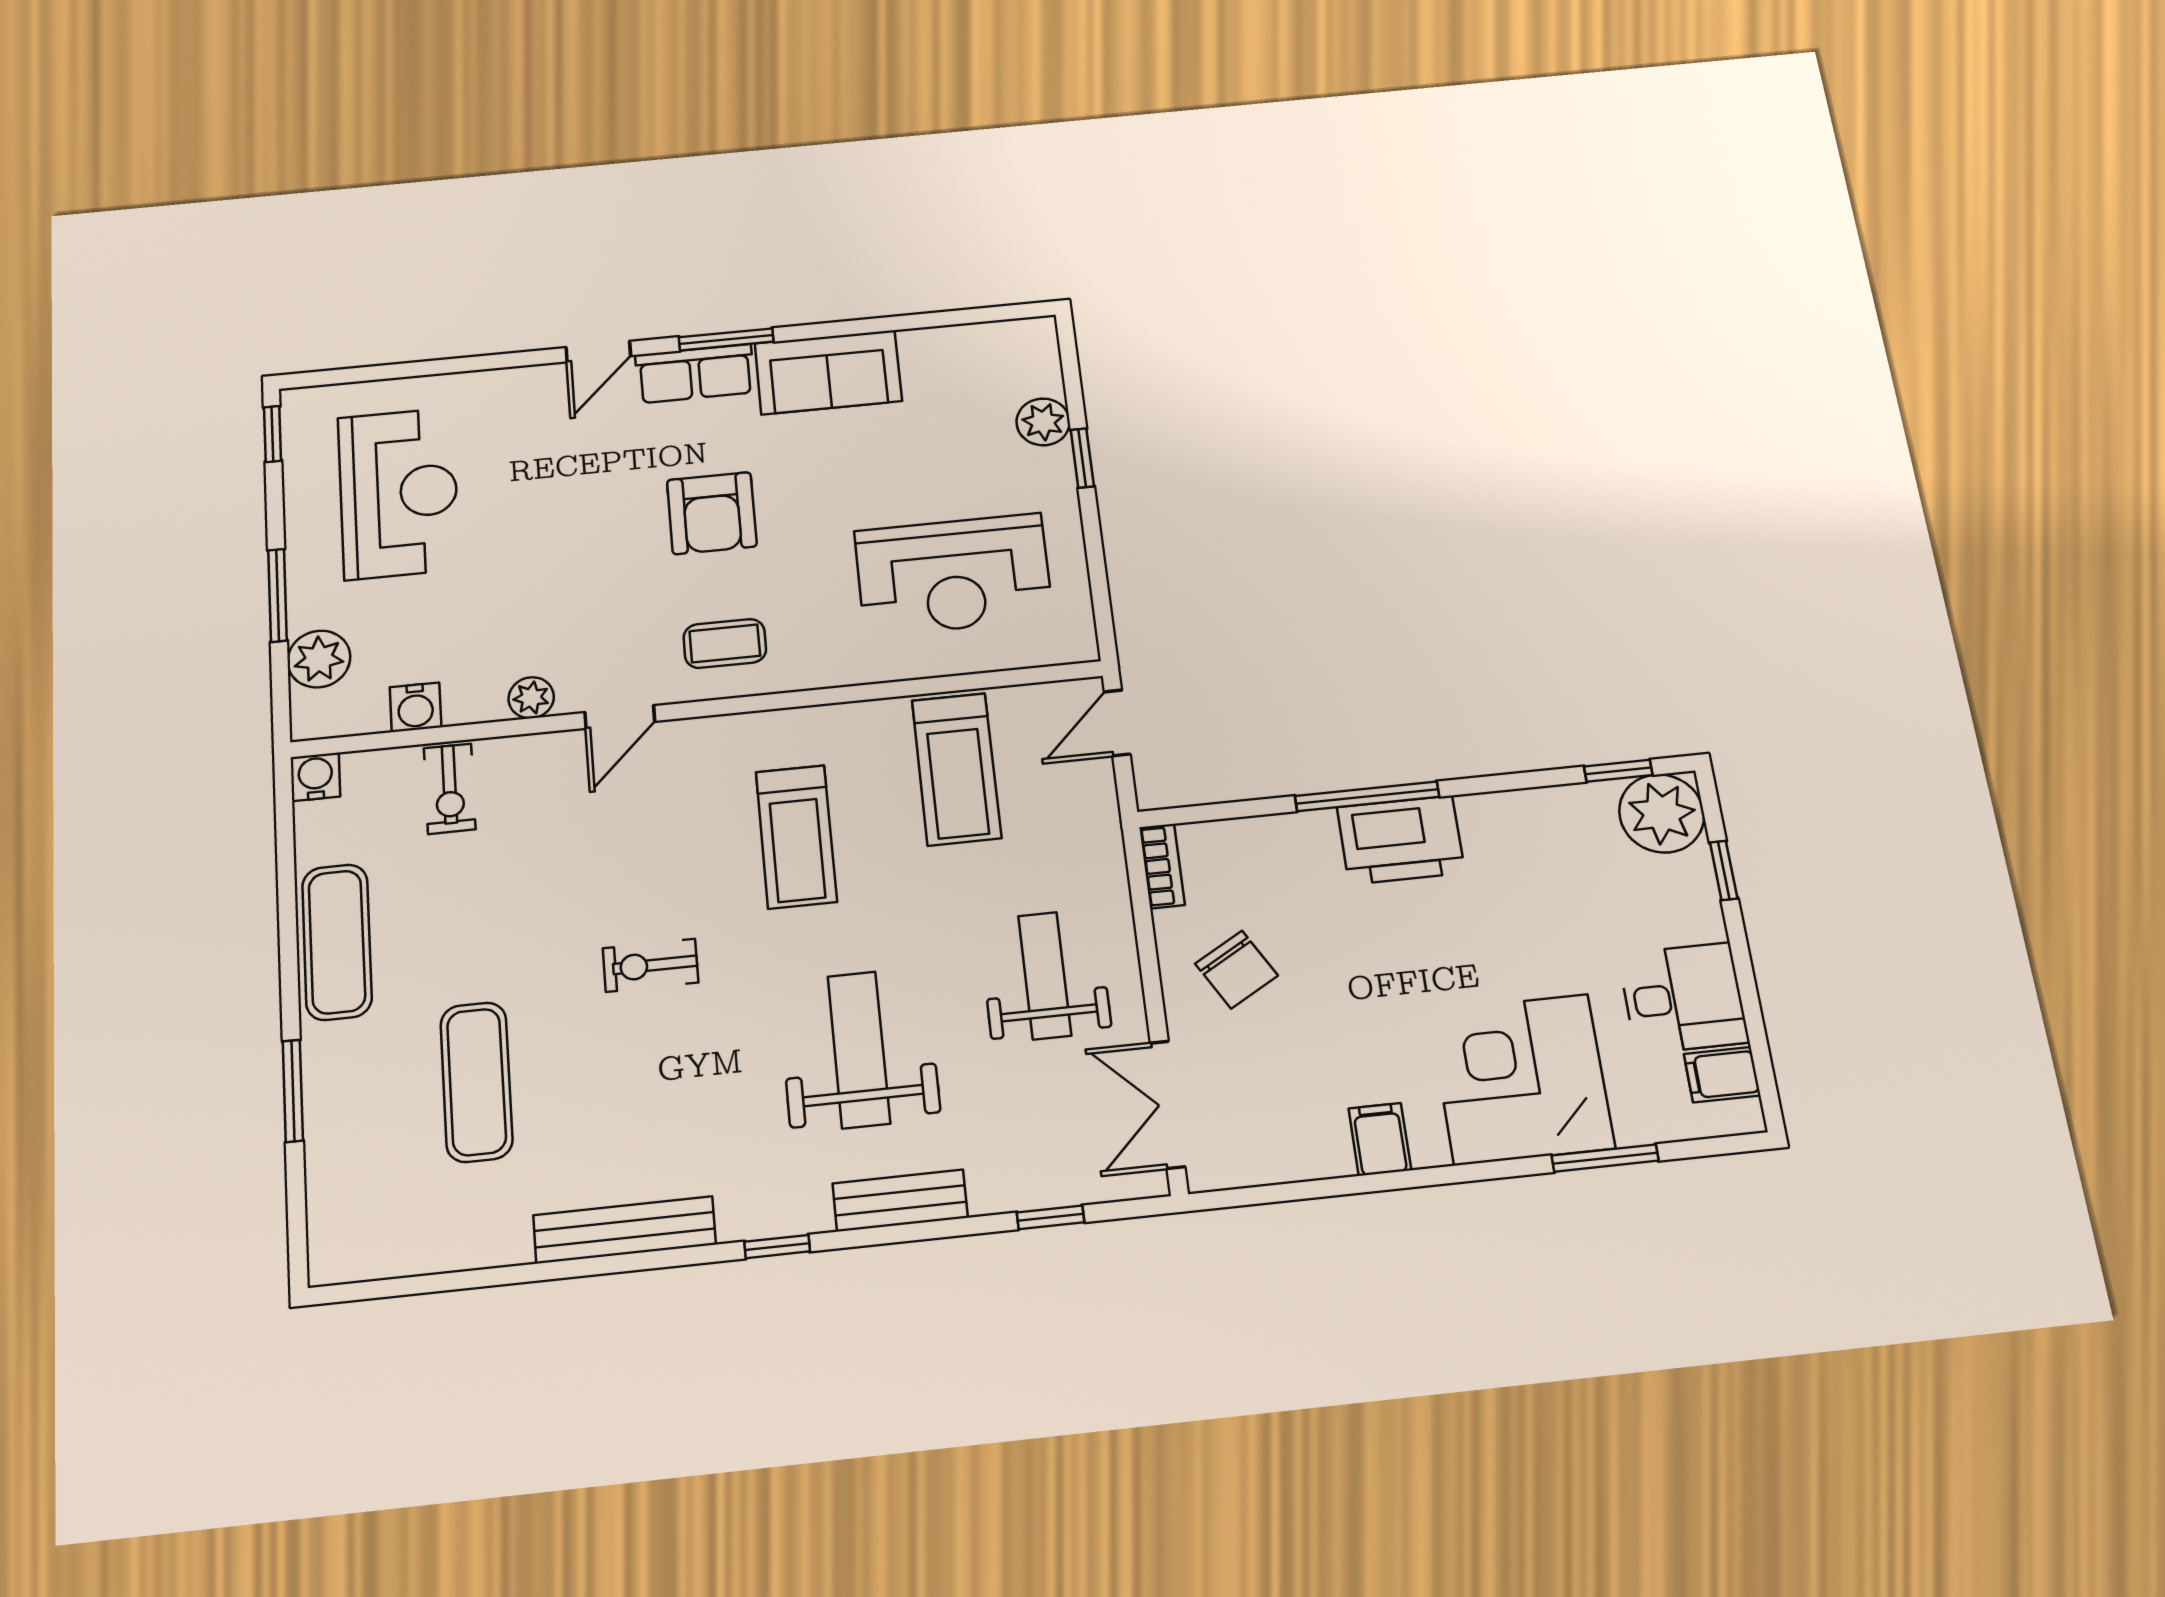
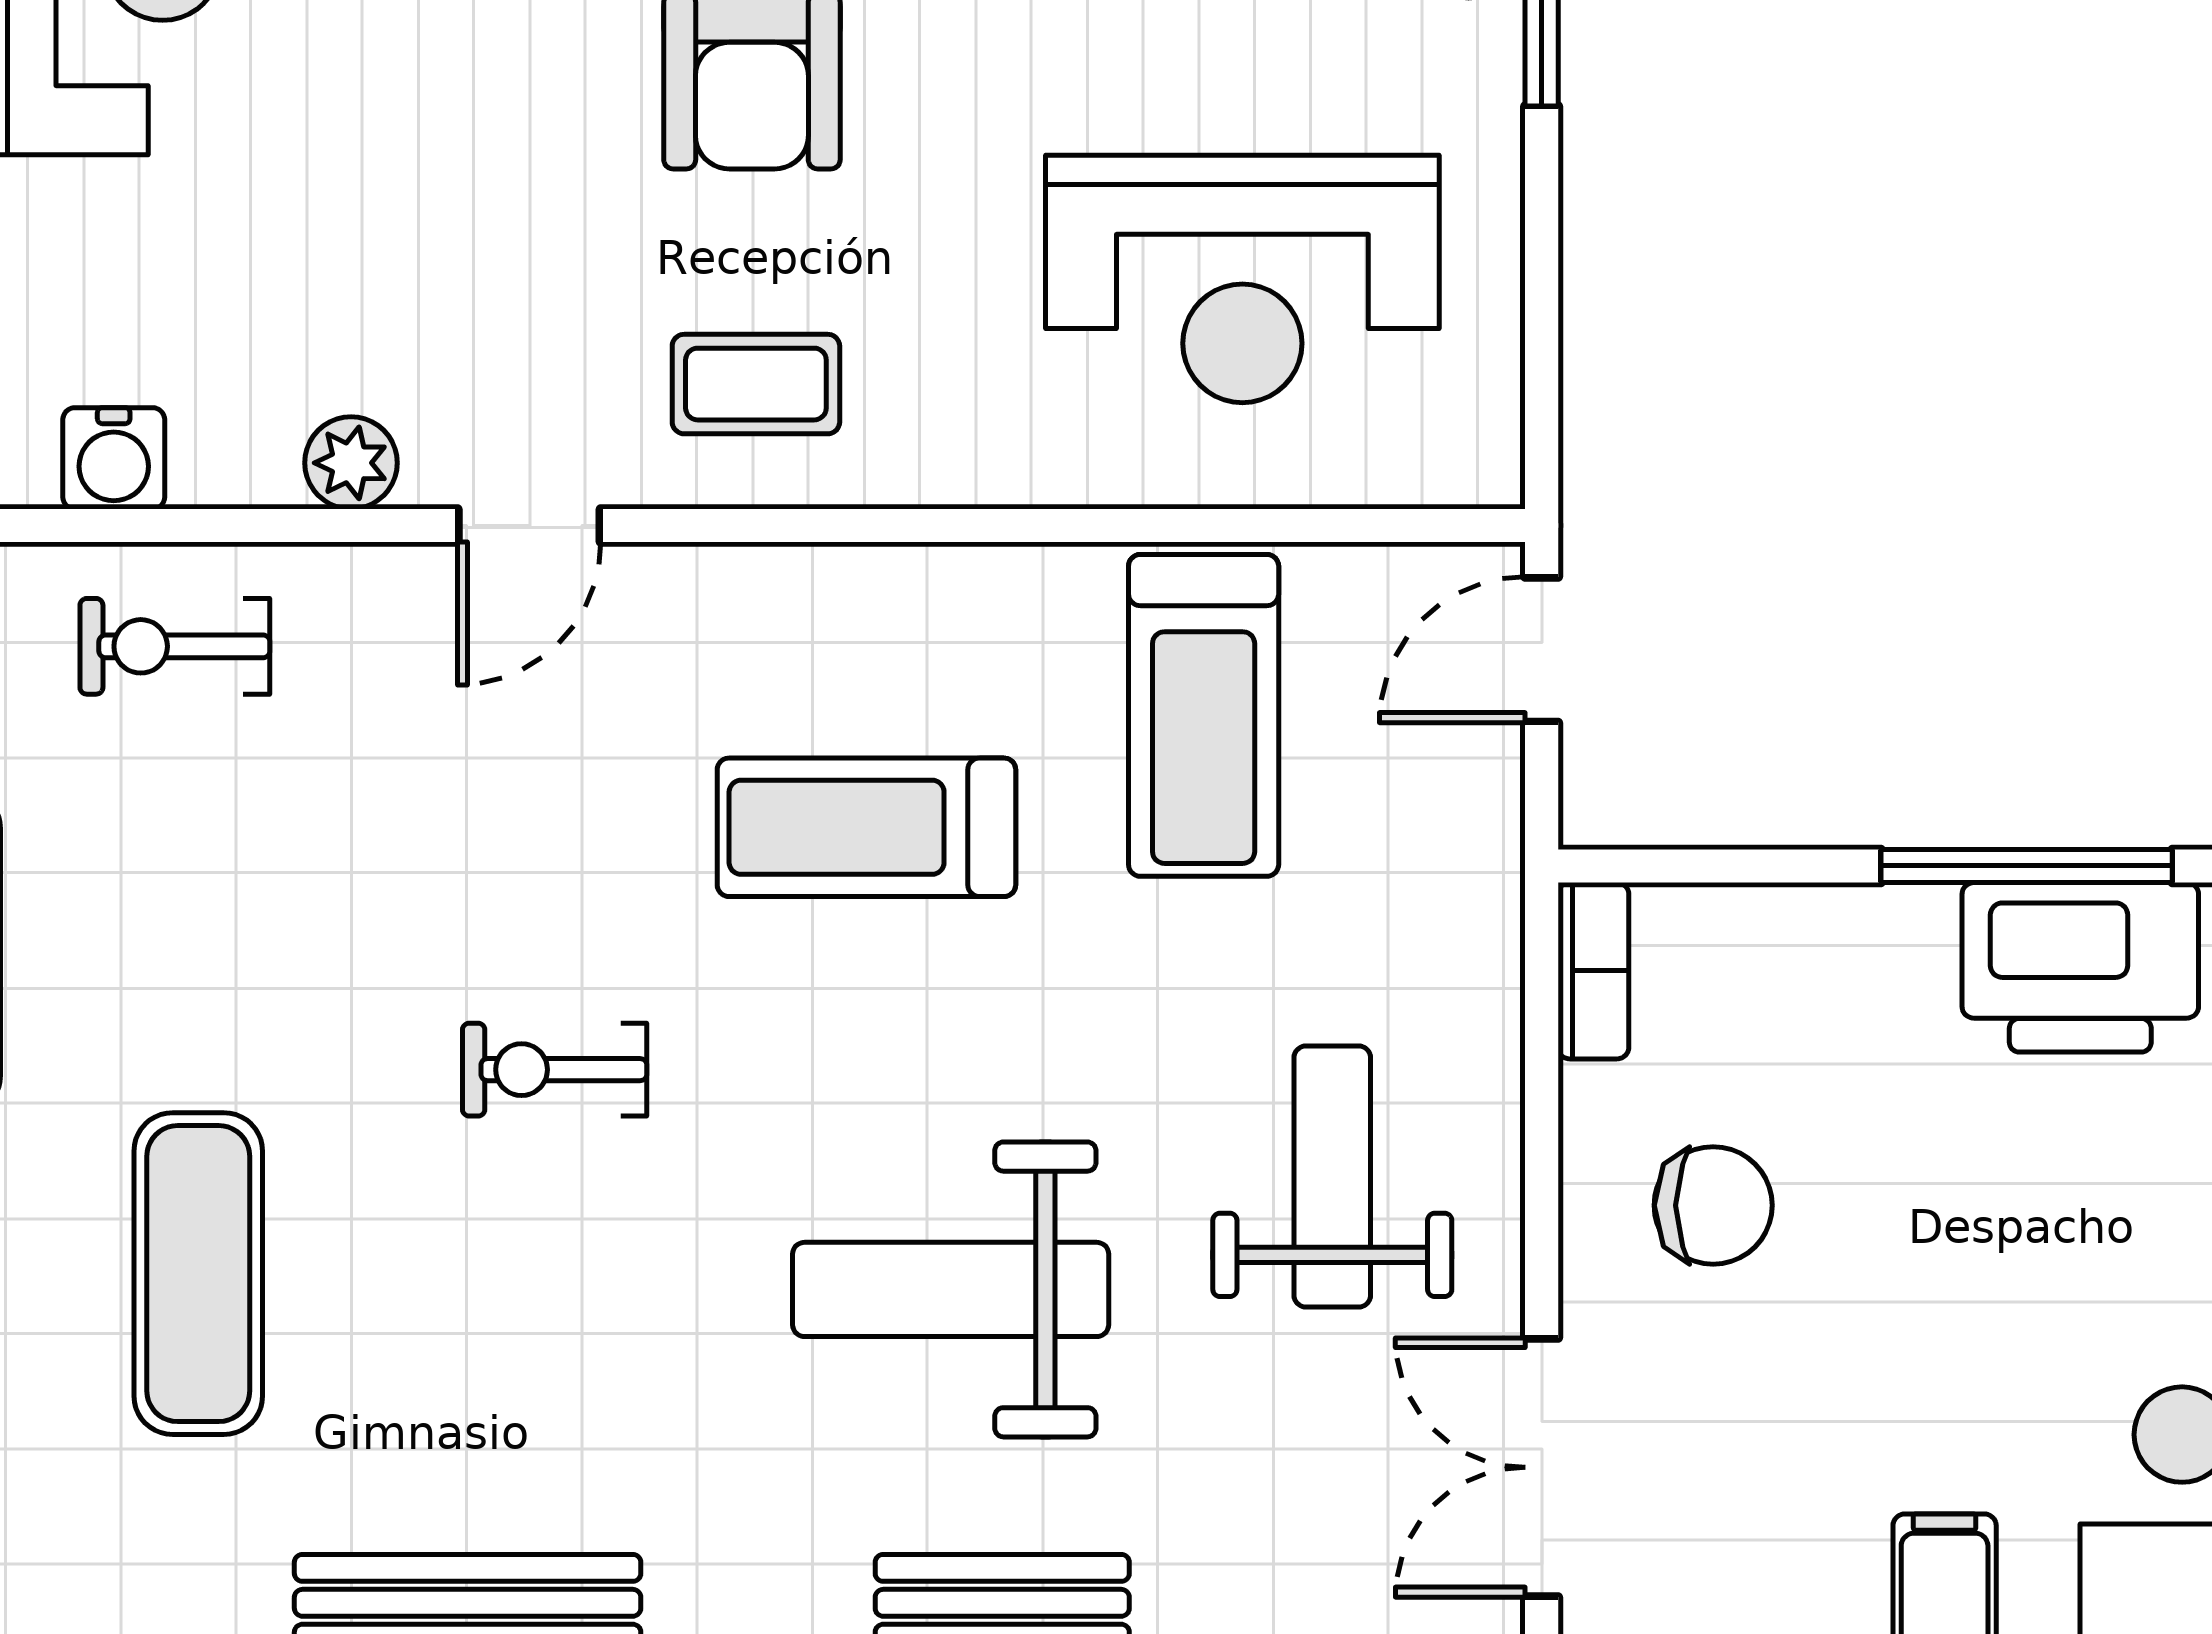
exercise bike: (450, 789) -> (175, 646), turned 90
treadmill: (796, 837) -> (866, 827), turned 90
chair: (1236, 970) -> (1713, 1205), turned -60
weight bench: (859, 1050) -> (951, 1289), turned -90

